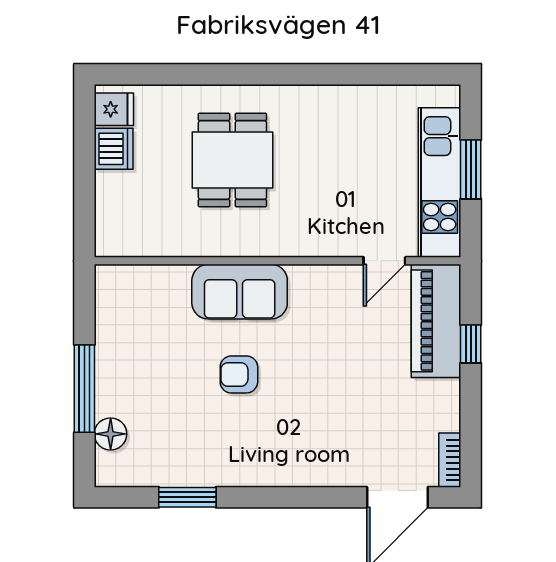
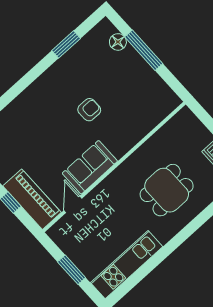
dining table: (232, 160) -> (167, 190), turned 90
kitchen unit: (440, 183) -> (127, 265), moved, turned -90
sofa: (240, 292) -> (90, 167), moved

